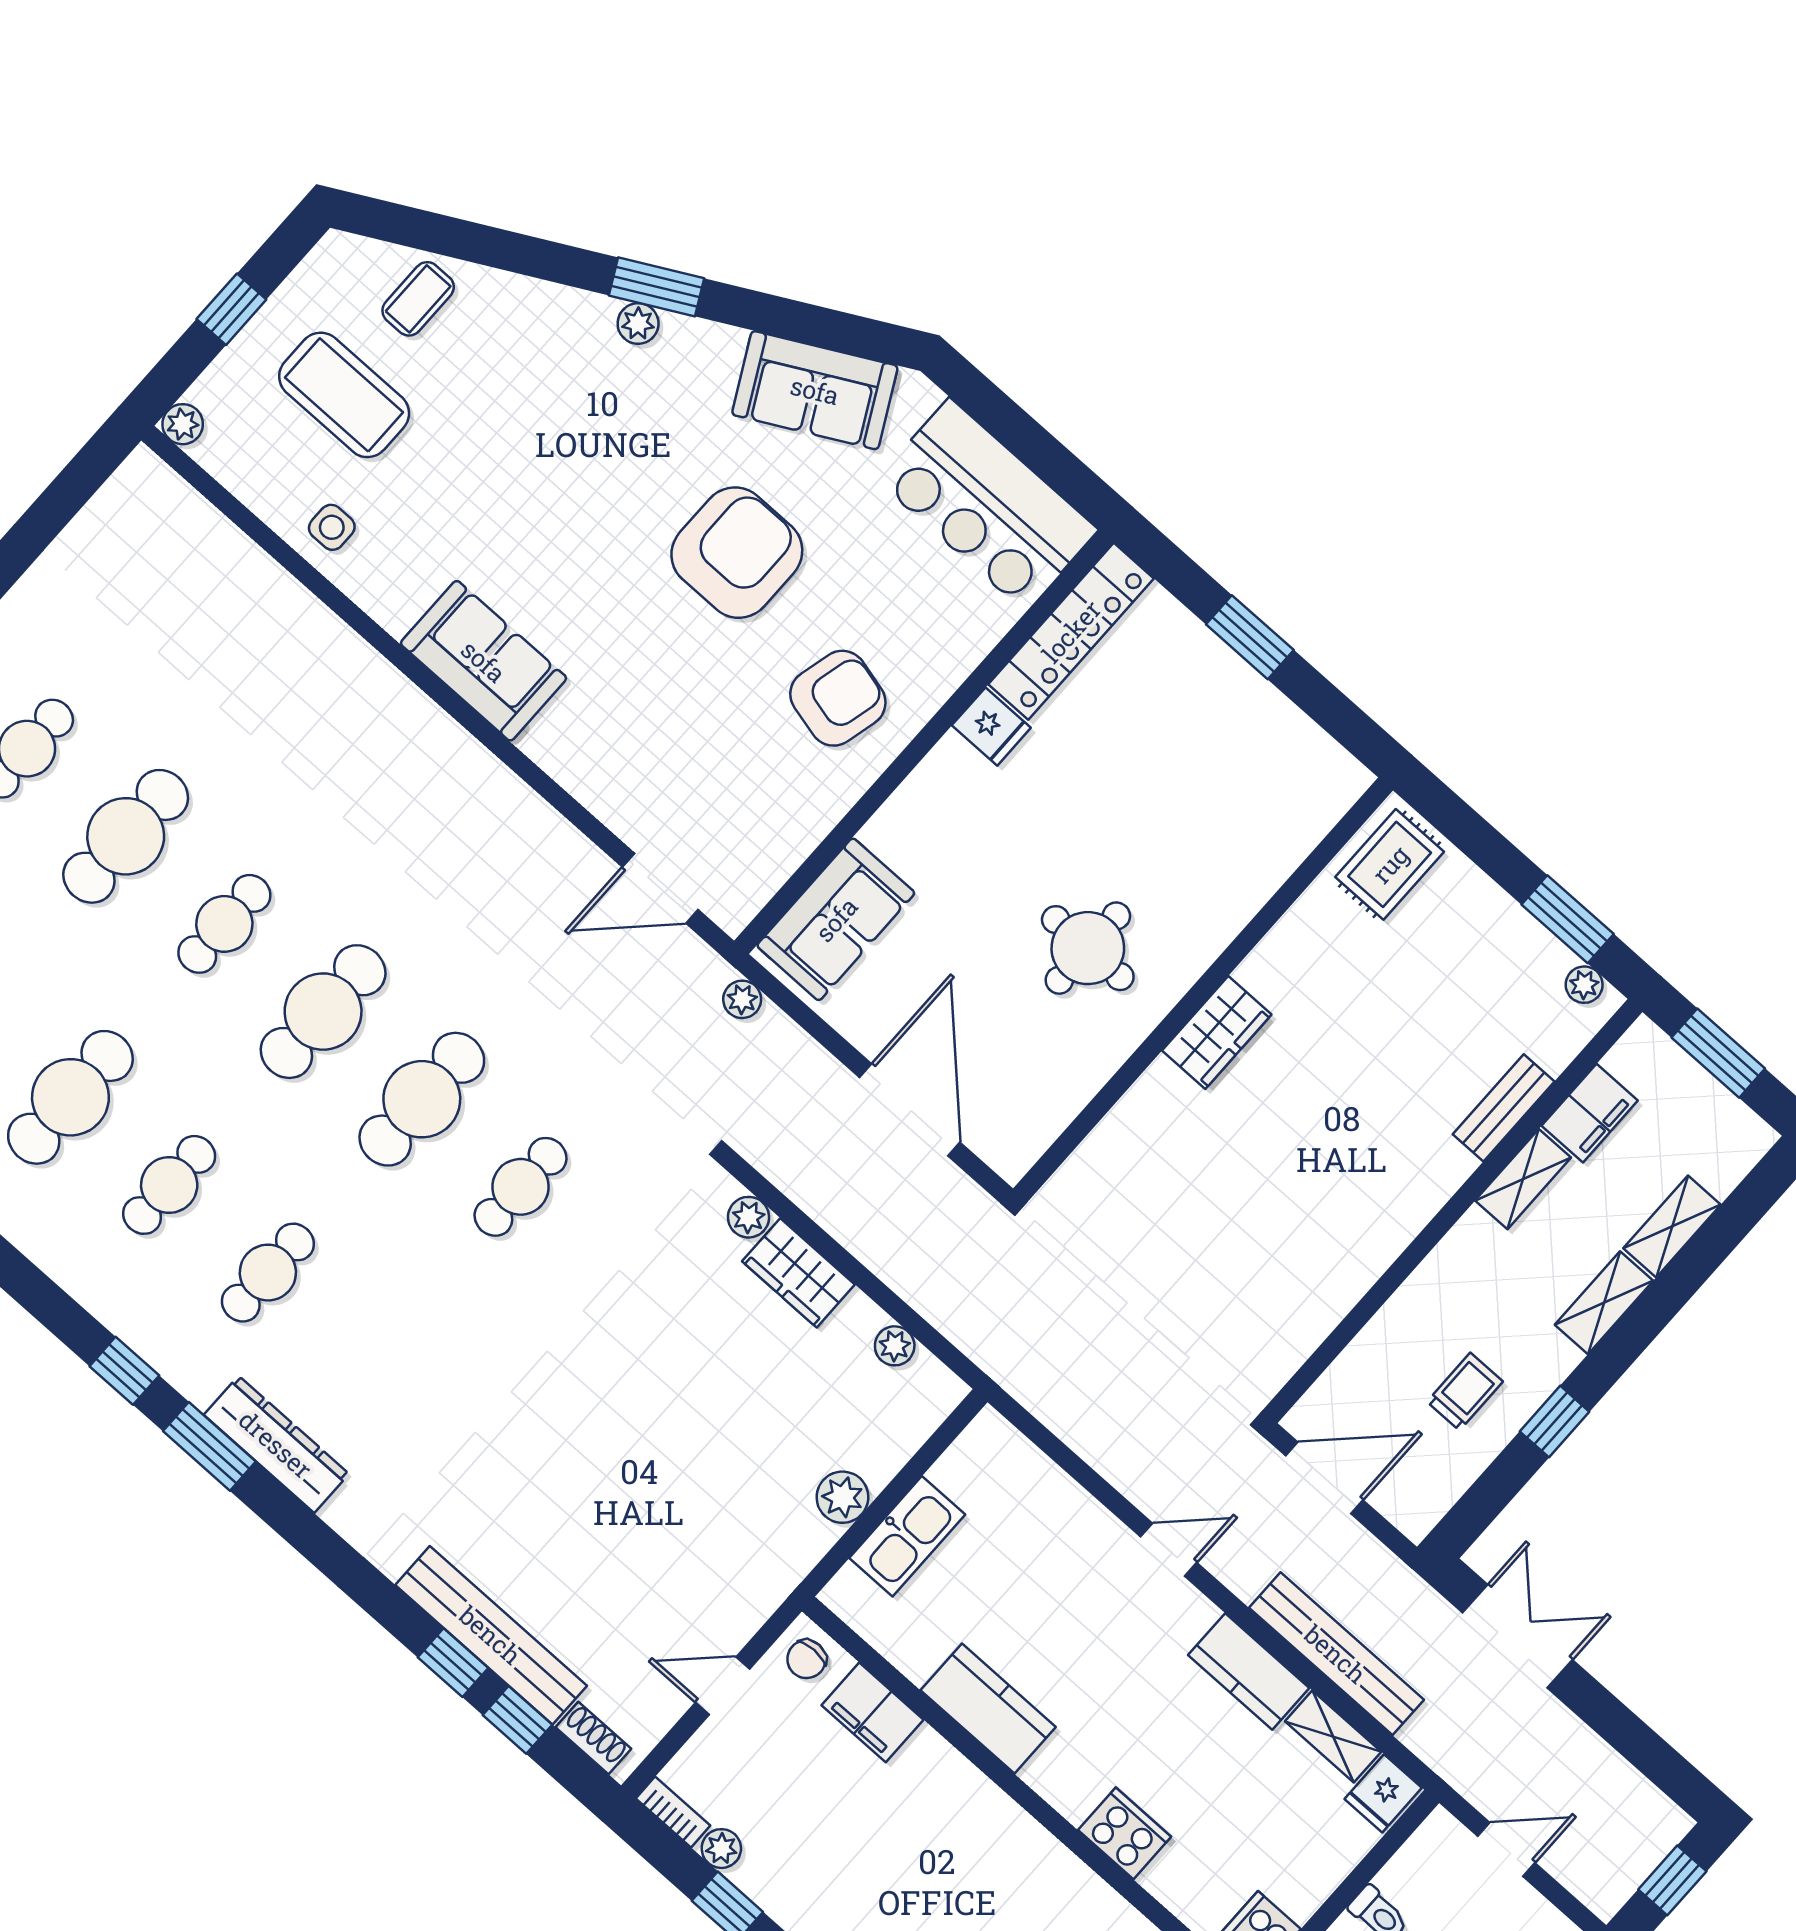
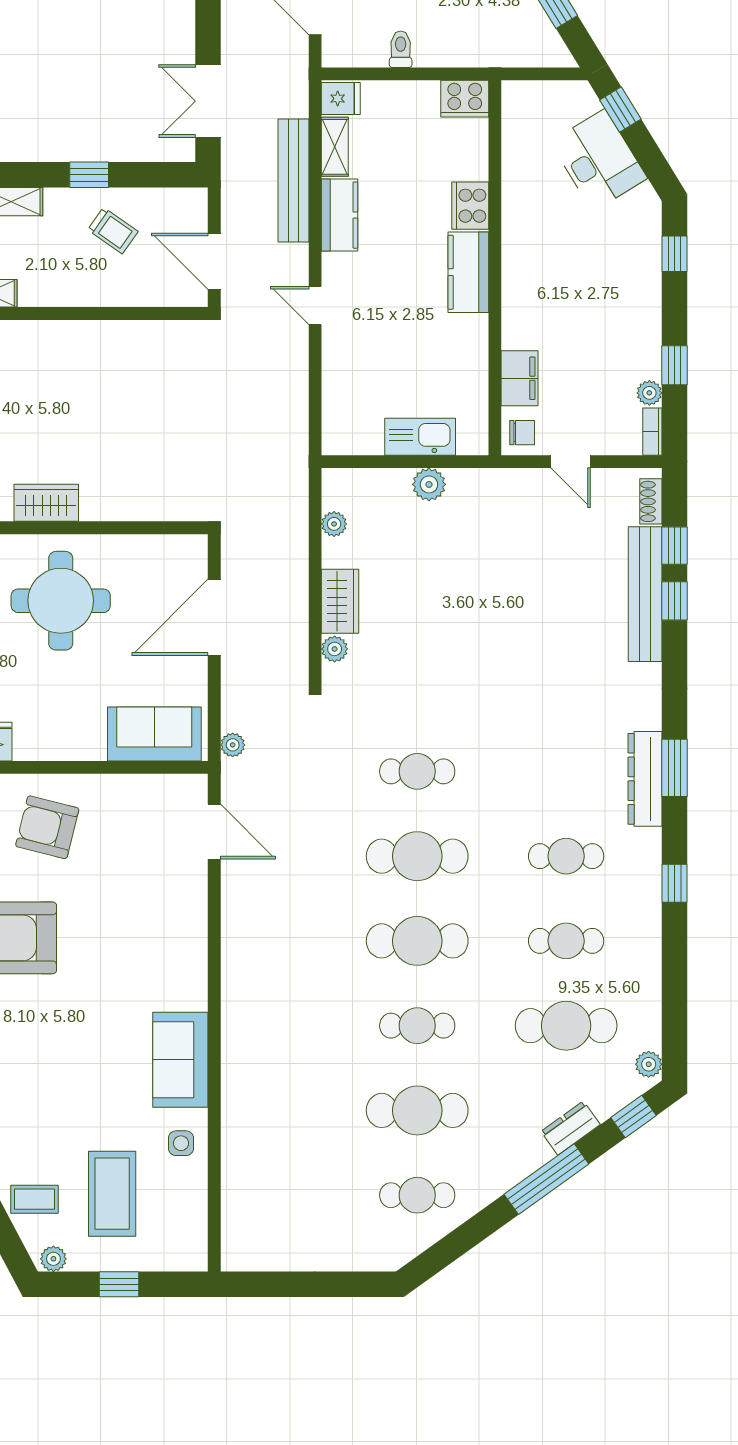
plant: (183, 424) -> (53, 1259), moved
sofa: (484, 661) -> (180, 1060), moved
round table: (1088, 948) -> (61, 601), width x1.36, depth x1.36
trolley: (1465, 1392) -> (113, 231), turned -145
window: (209, 1446) -> (674, 768), moved
kitchen counter: (988, 1709) -> (468, 272), moved

